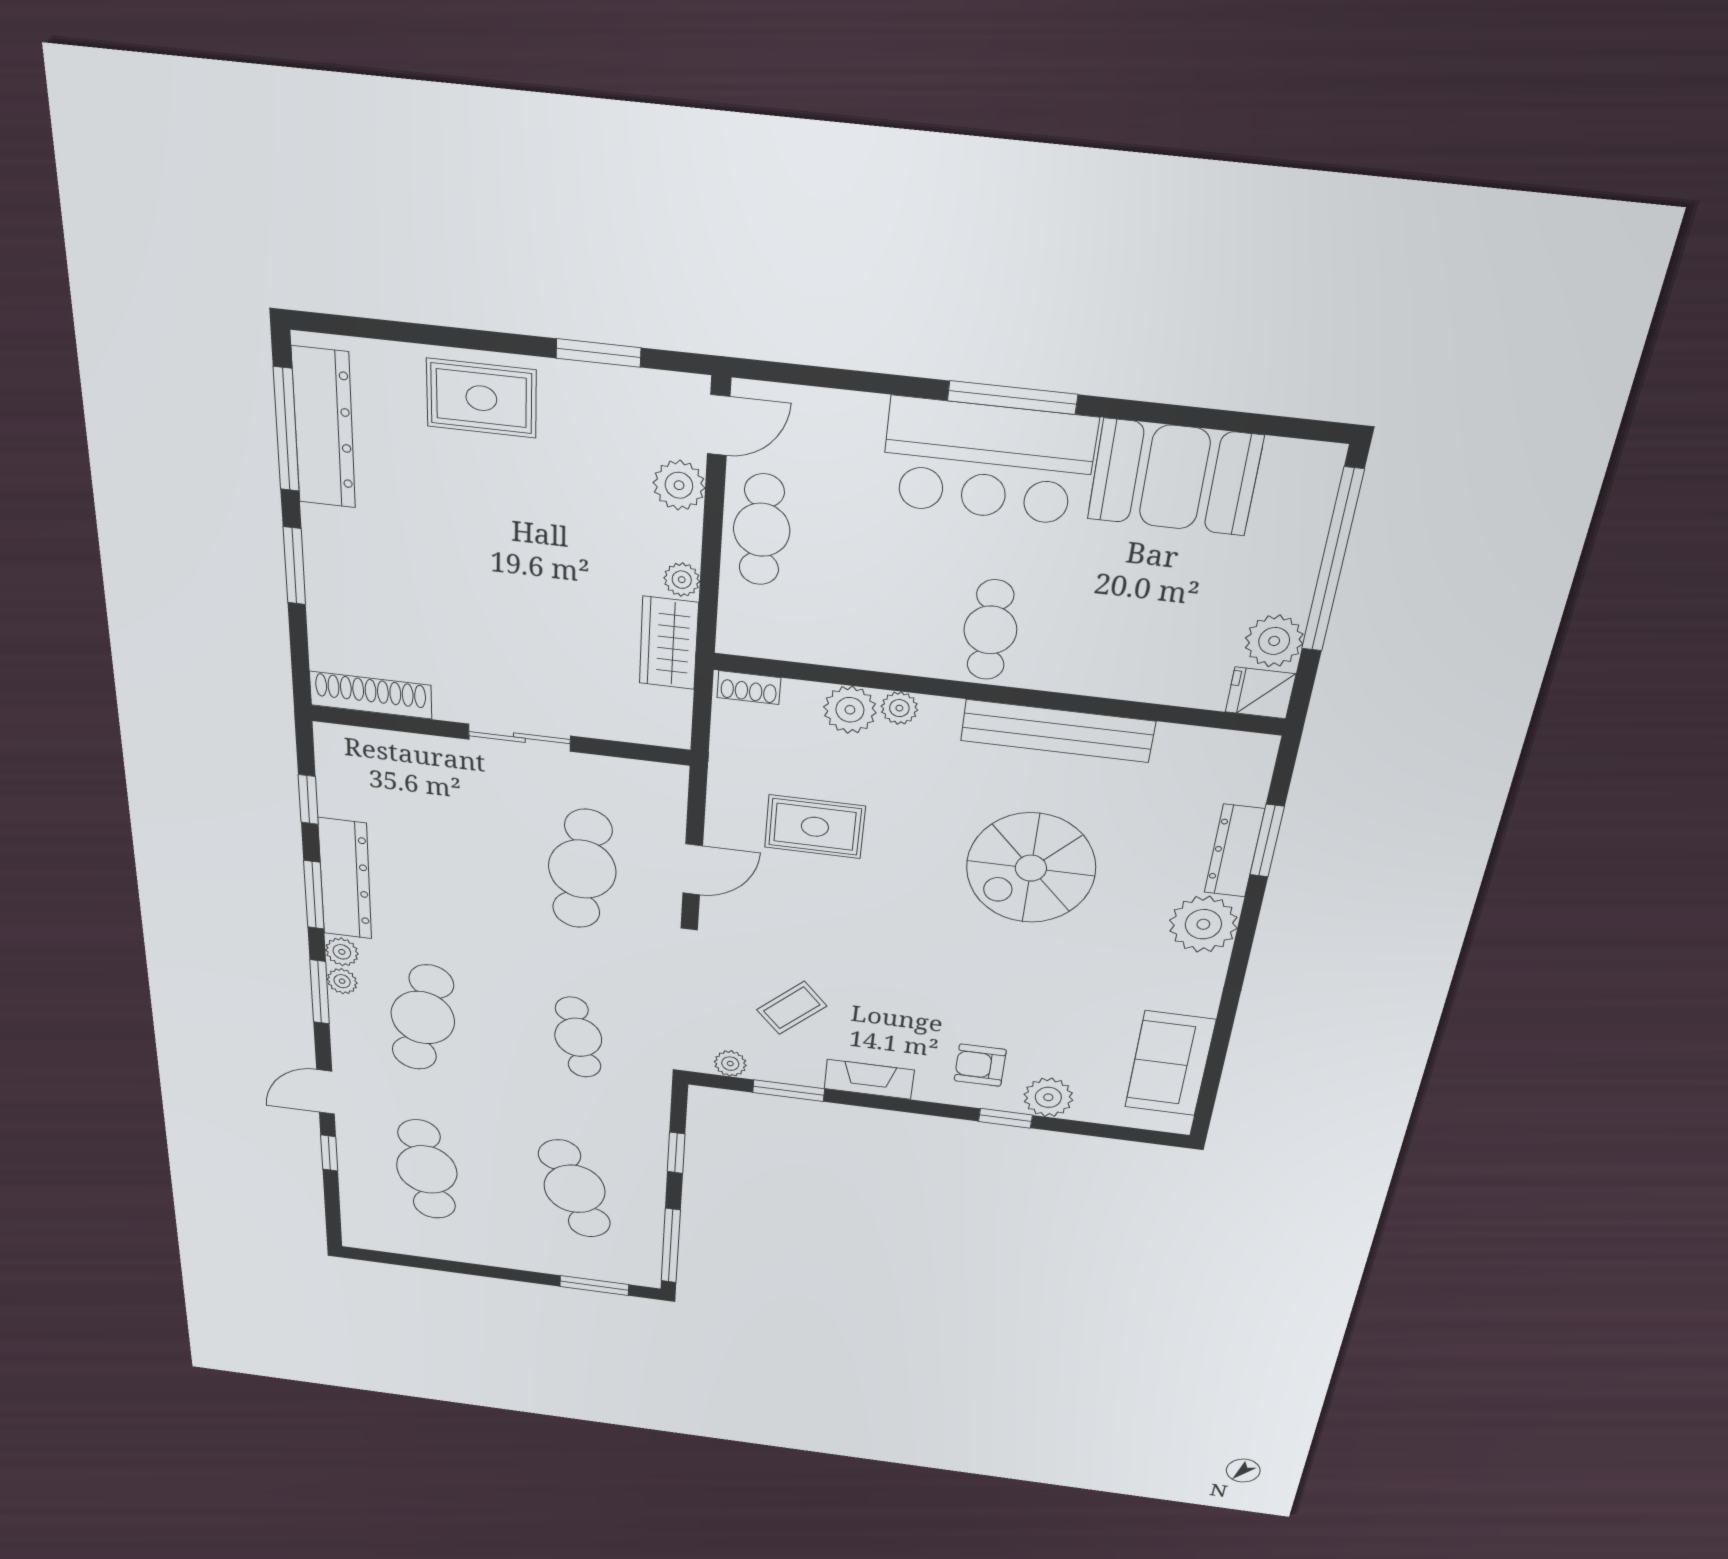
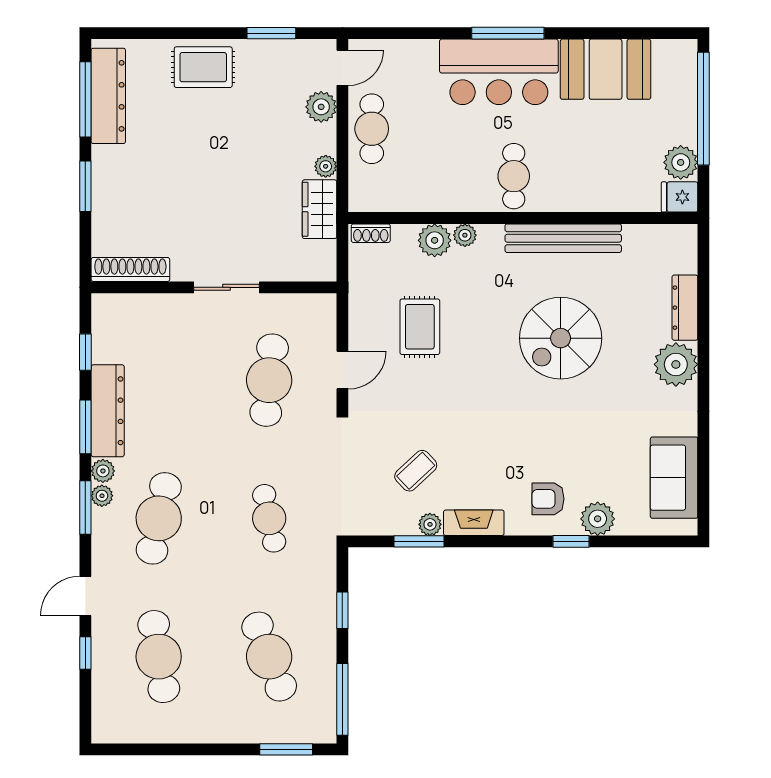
rug: (815, 827) -> (420, 327), turned 90
window: (1267, 841) -> (703, 298), removed
plant: (730, 1064) -> (430, 524), moved

